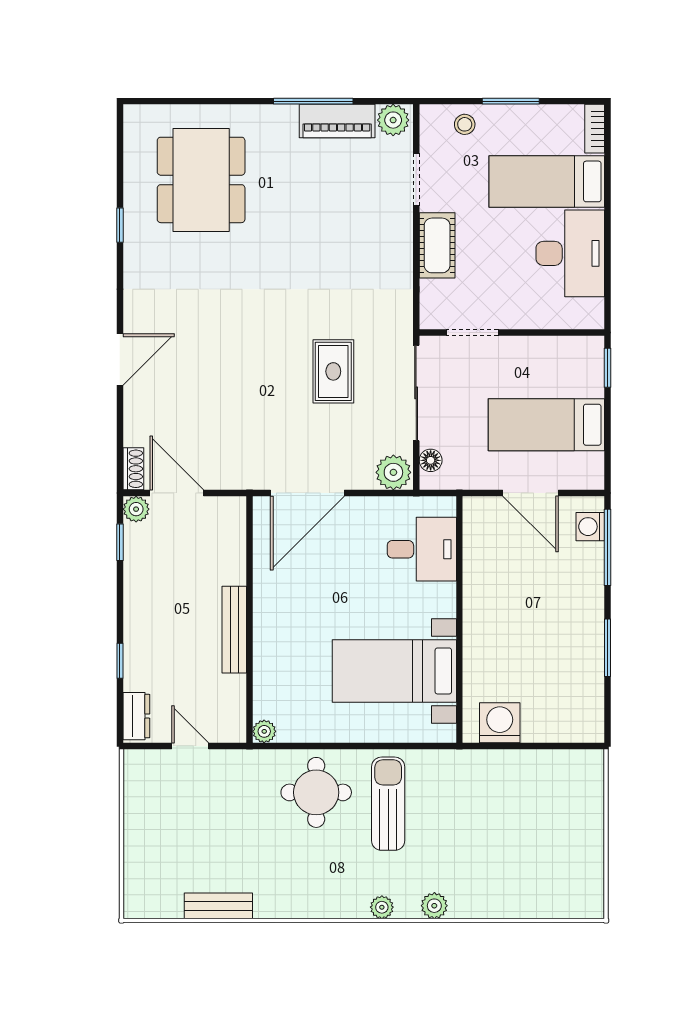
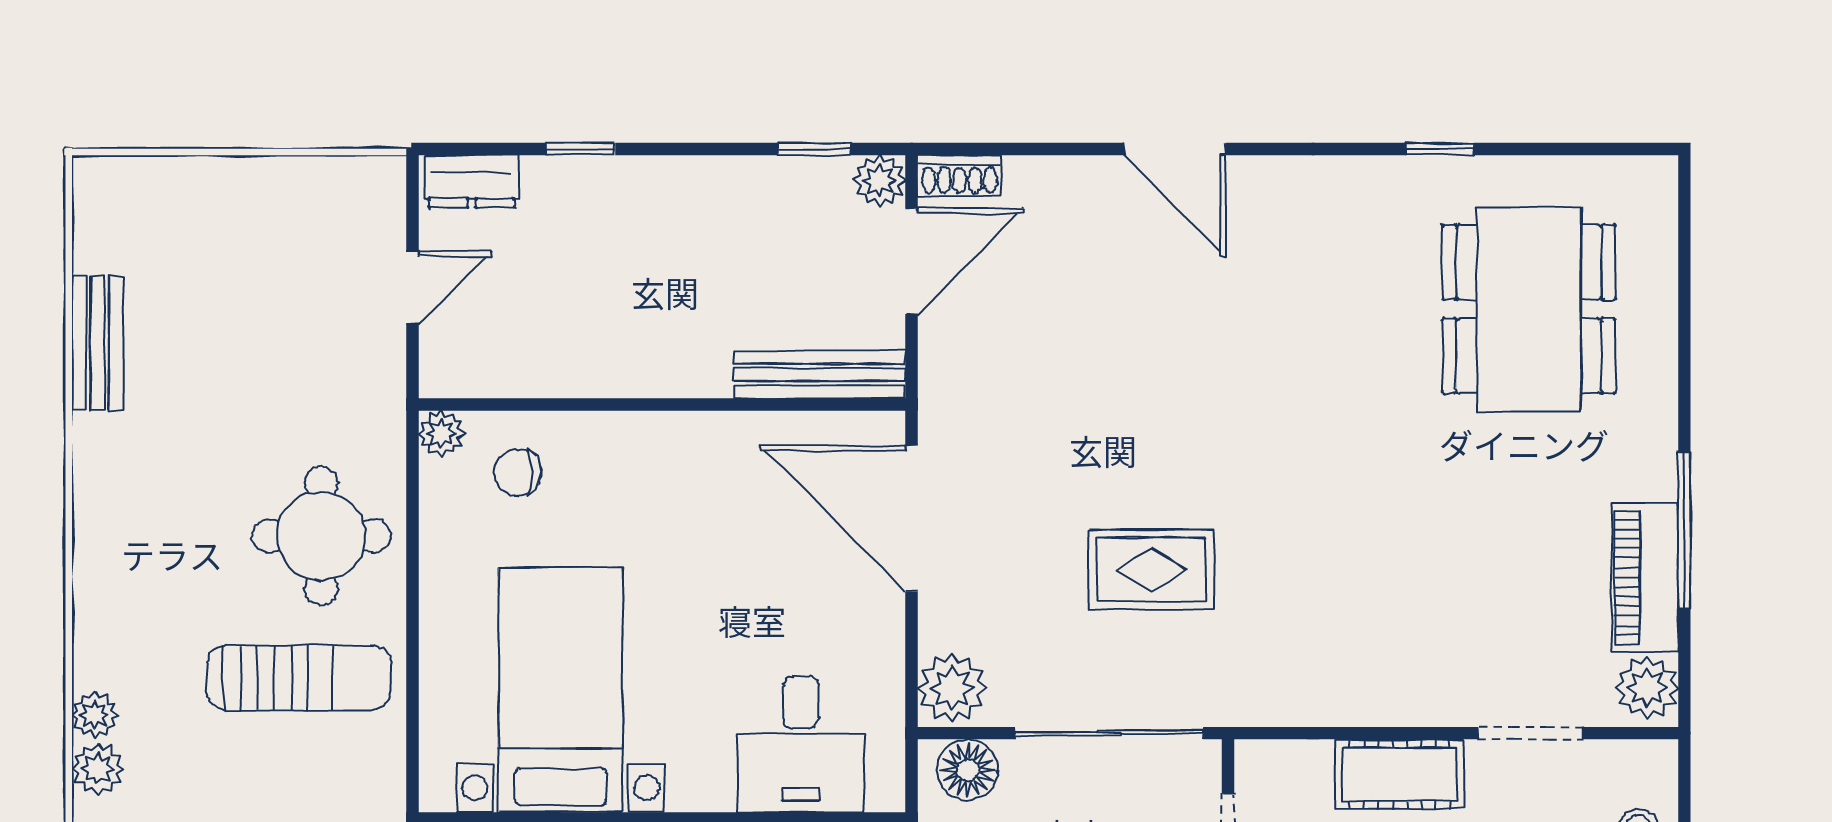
dining table: (201, 180) -> (1529, 309), turned 90
floor lamp: (431, 460) -> (968, 770), width x1.37, depth x1.37
bench: (234, 630) -> (820, 375), moved
chair: (284, 693) -> (517, 473), added
plant: (382, 907) -> (95, 715), moved

